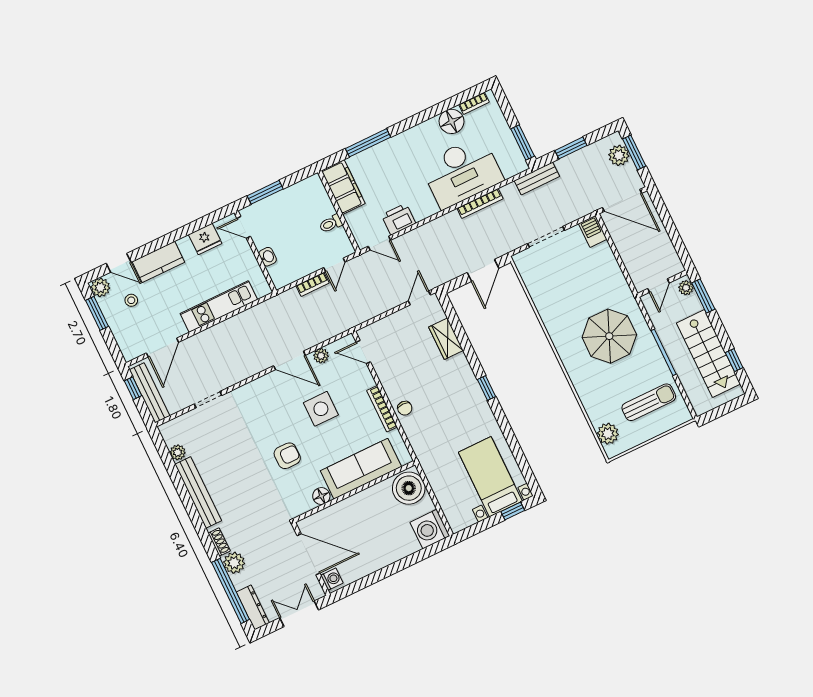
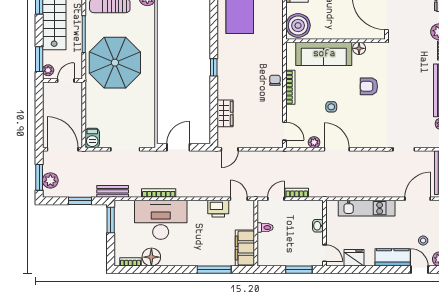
parasol: (609, 336) -> (115, 63), width x1.36, depth x1.36
side table: (321, 409) -> (331, 107), width x0.54, depth x0.54

